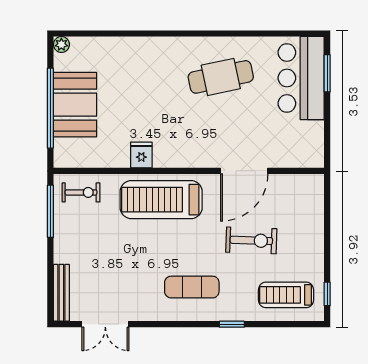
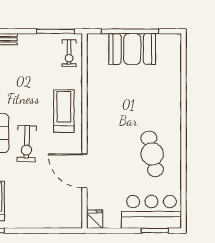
plant: (61, 44) -> (176, 39), removed
fridge: (141, 155) -> (95, 219), moved, turned -90
treadmill: (161, 200) -> (64, 111), width x0.73, depth x0.73
exercise bike: (251, 240) -> (27, 144), moved

